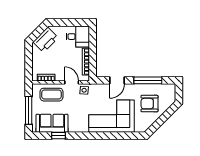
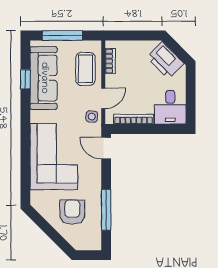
door: (117, 80) -> (106, 148), moved
sofa: (52, 123) -> (44, 78), width x1.36

